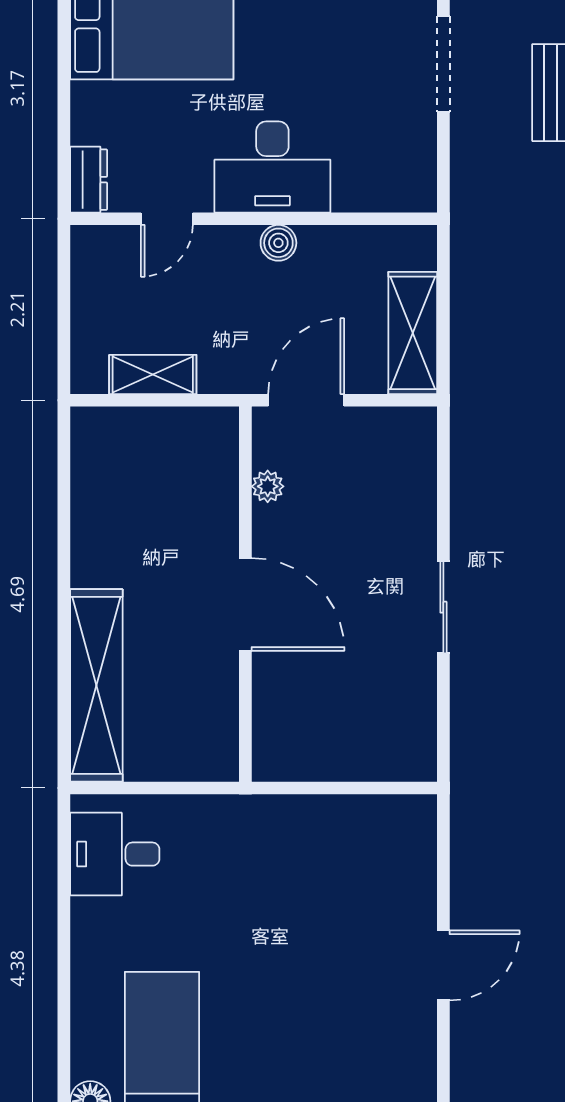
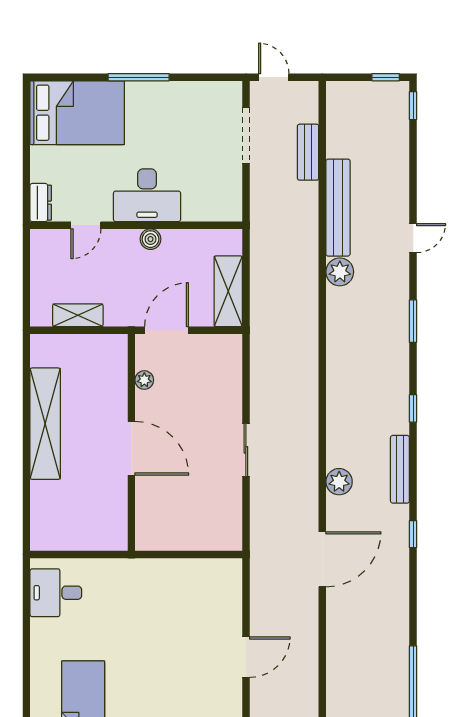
shelving: (96, 685) -> (45, 424), moved

